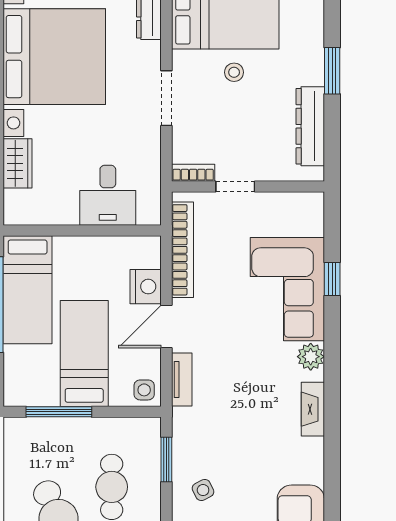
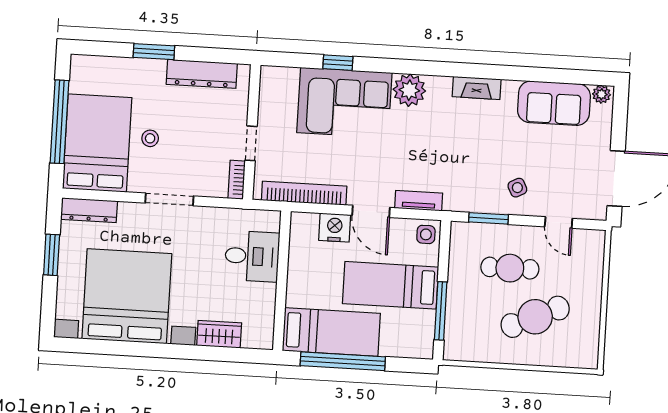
plant: (311, 357) -> (409, 90), width x1.36, depth x1.36
fireplace: (313, 409) -> (477, 88), moved

